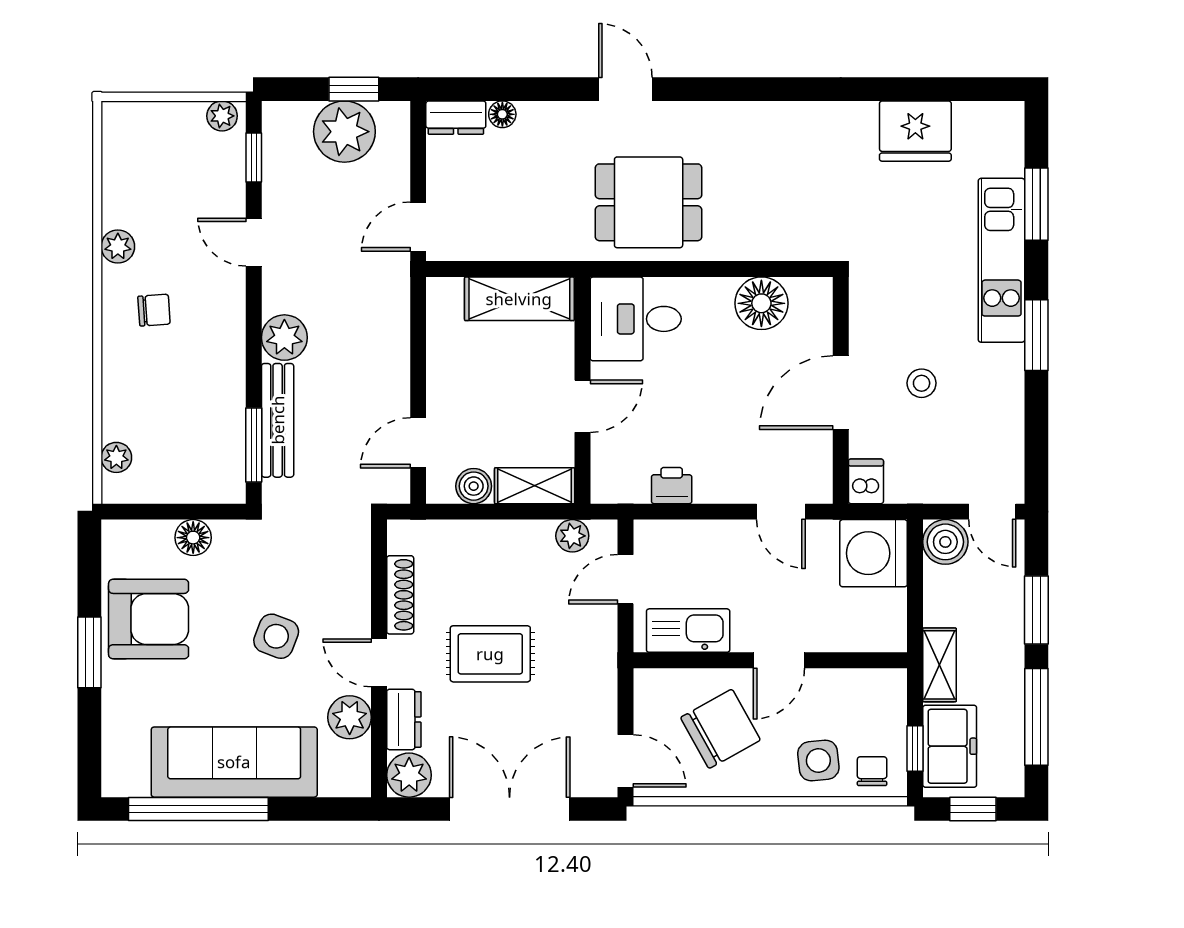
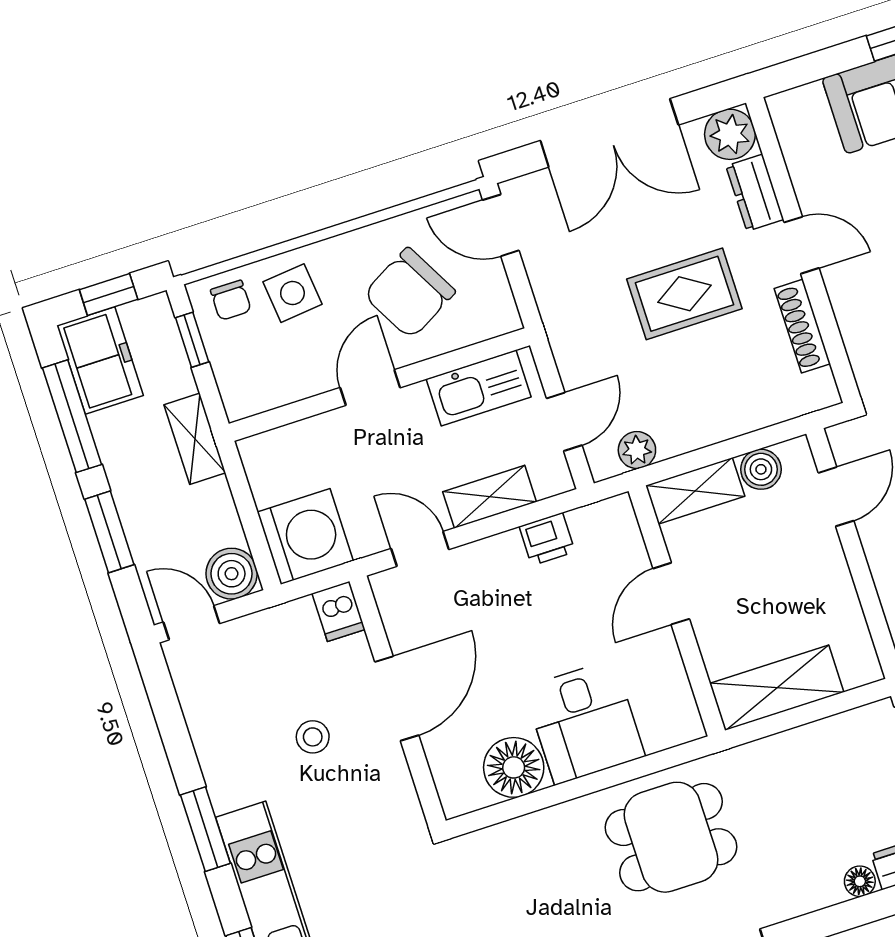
desk: (636, 319) -> (584, 722), moved, turned 90
shelving: (708, 537) -> (490, 497), added
plant: (350, 717) -> (814, 176), removed
freezer: (950, 746) -> (100, 361), moved, turned 180

